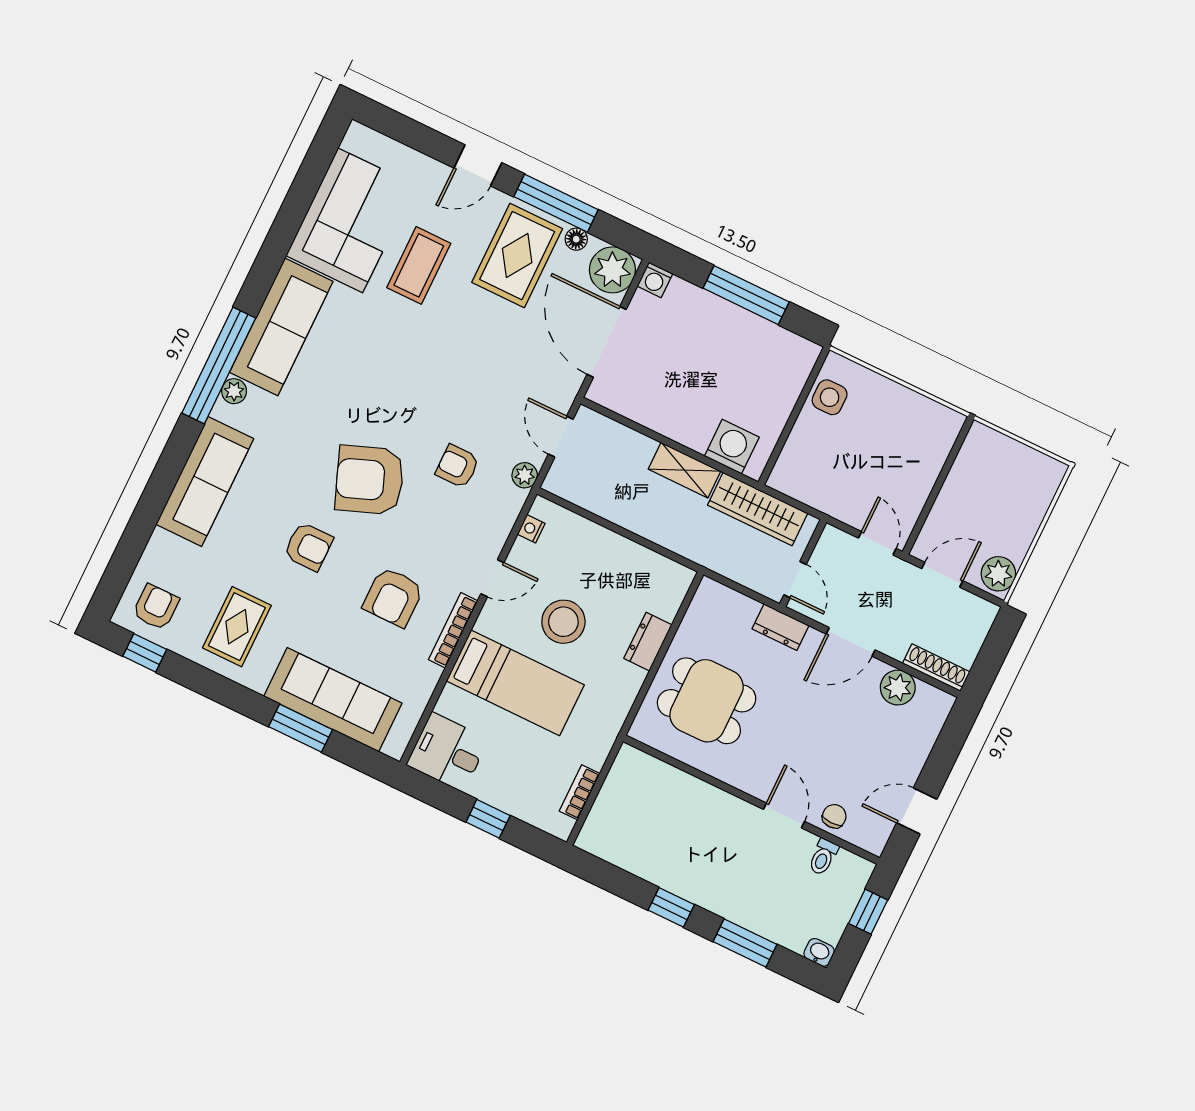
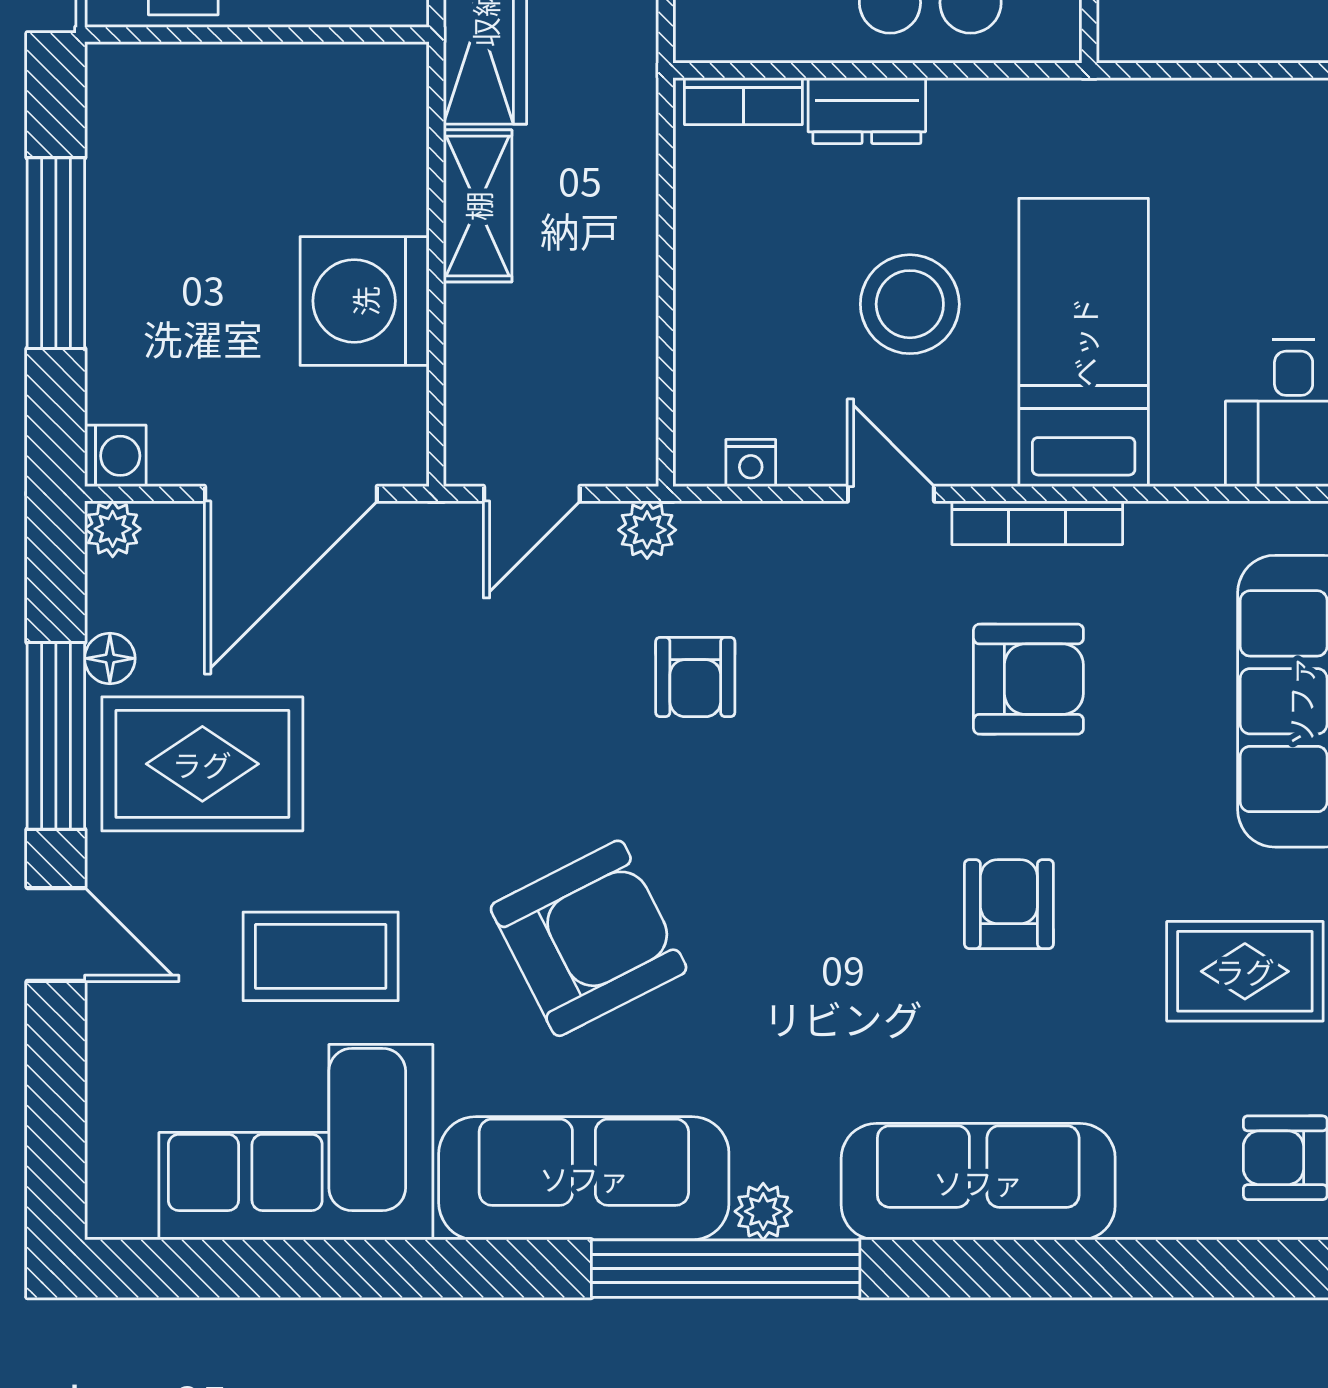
plant: (612, 270) -> (113, 529), width x0.53, depth x0.53
washing machine: (732, 447) -> (365, 301), moved, width x1.37, depth x1.37
armchair: (370, 480) -> (589, 938), moved, turned -96
bookcase: (580, 792) -> (743, 101), moved

